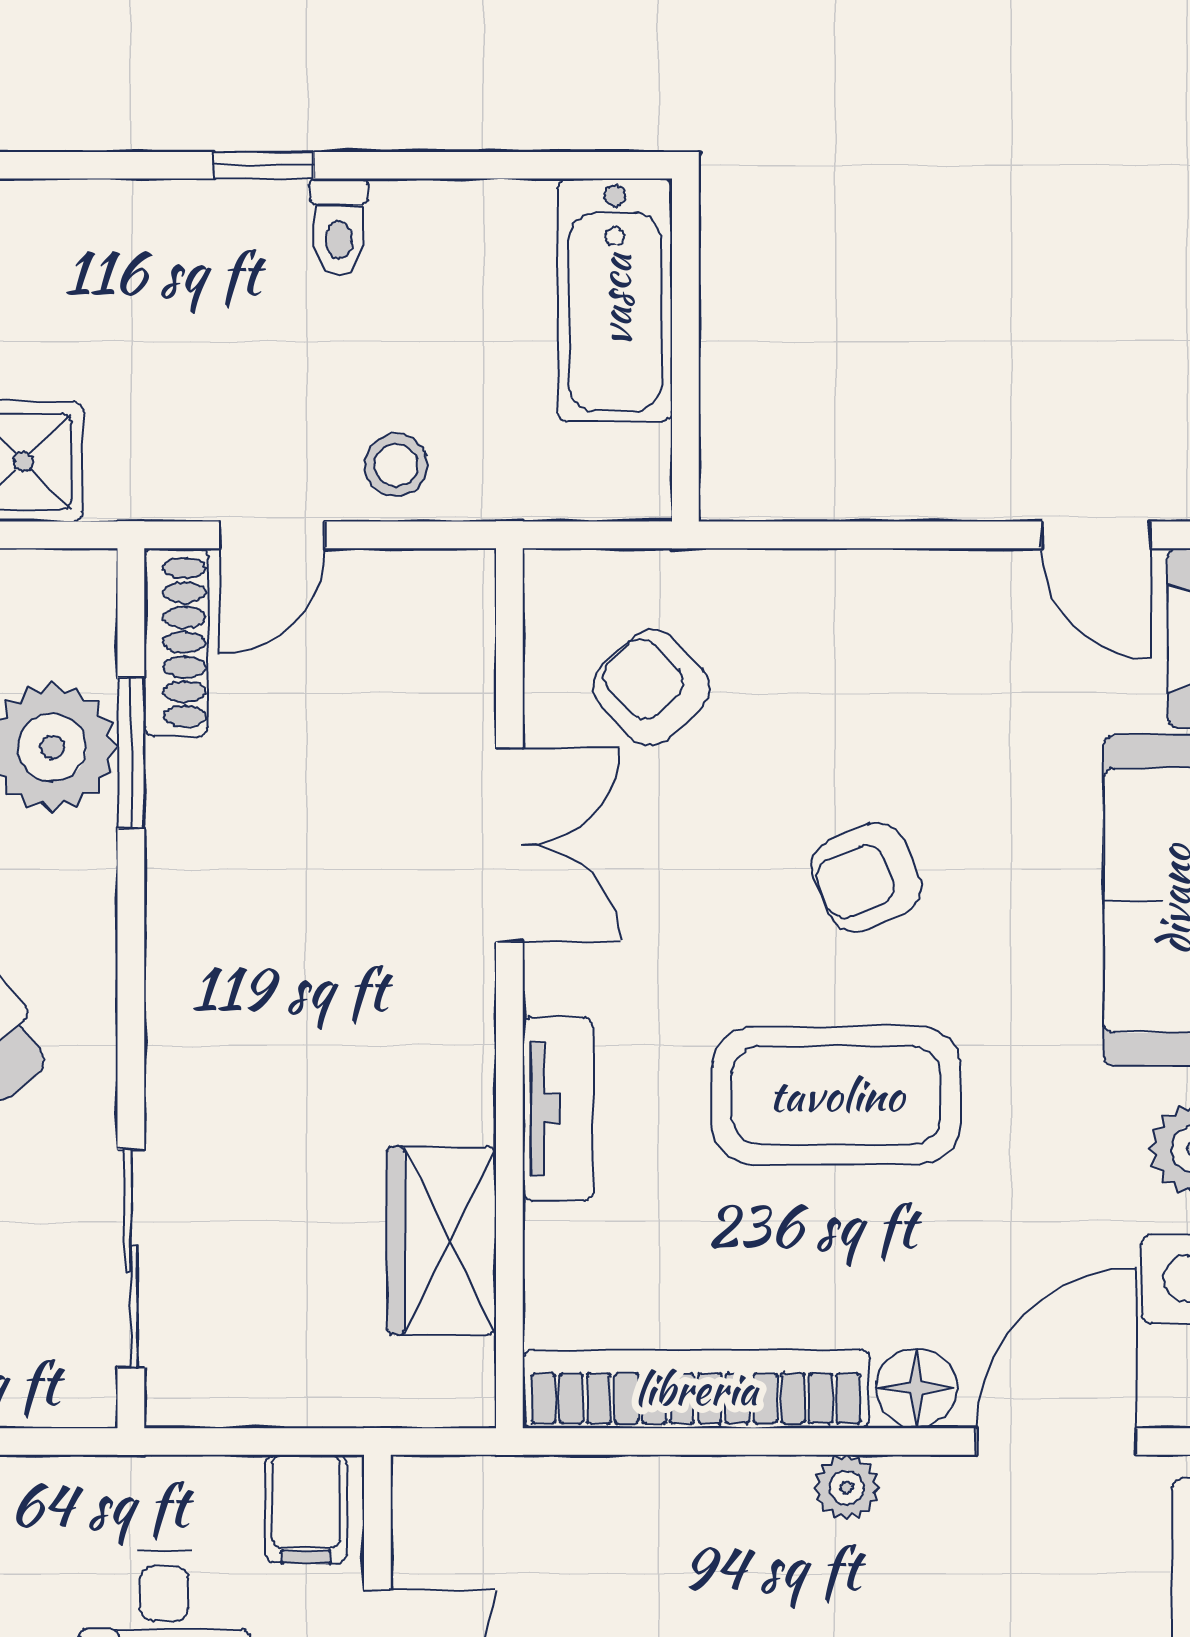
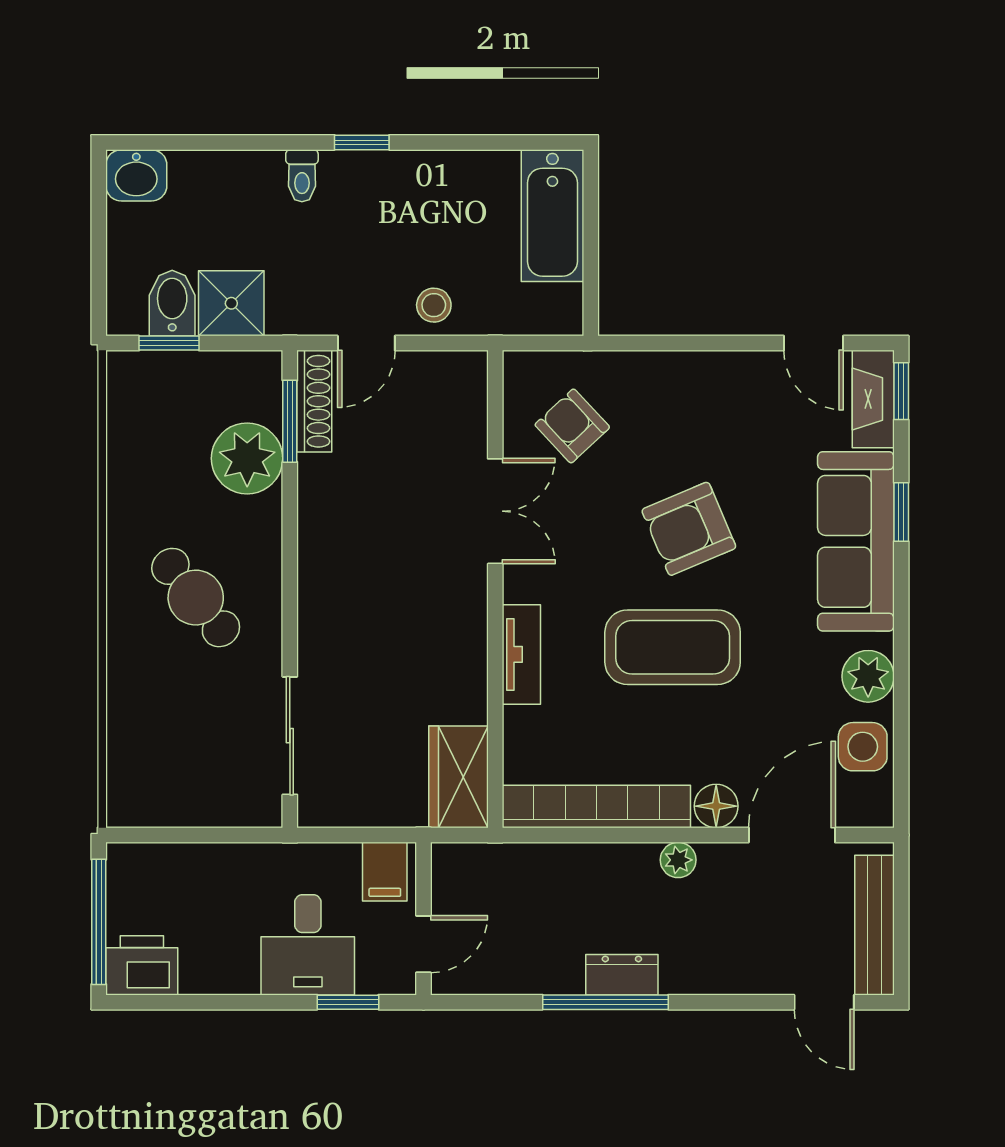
toilet: (339, 227) -> (302, 176), moved
window: (131, 753) -> (290, 421), moved
armchair: (866, 877) -> (689, 529), width x1.38, depth x1.38
wardrobe: (442, 1241) -> (458, 777), moved

